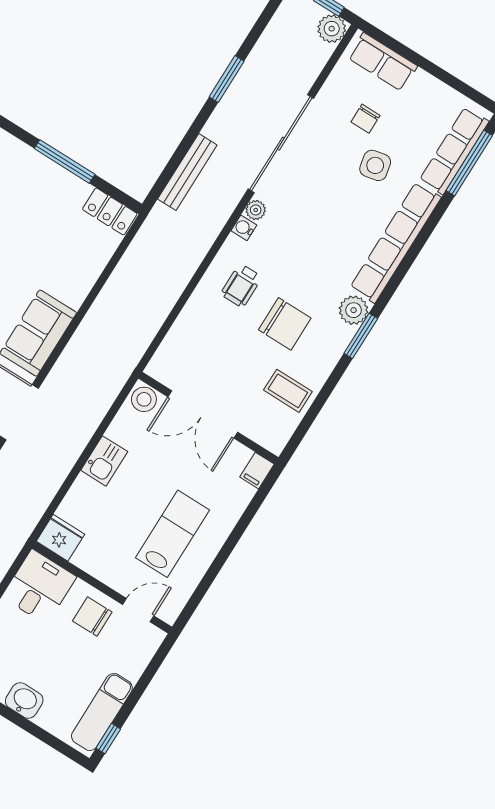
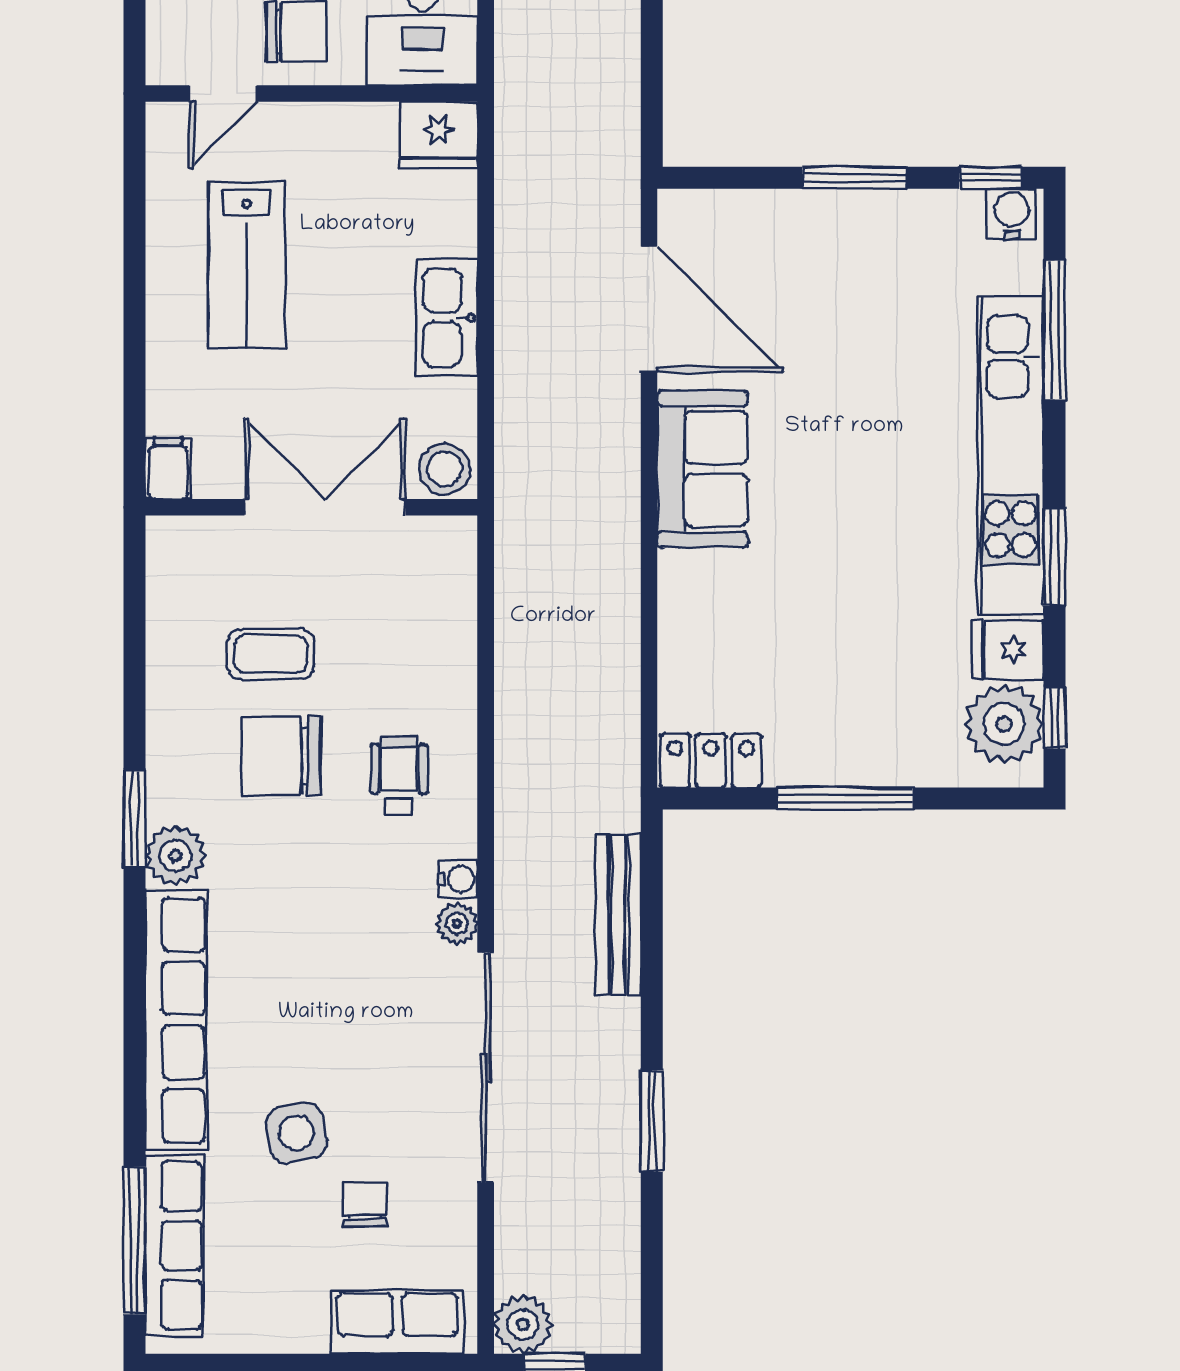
coffee table: (288, 391) -> (271, 654), moved
kitchen sink: (104, 461) -> (447, 317), width x1.38

